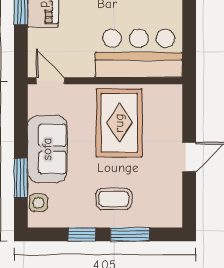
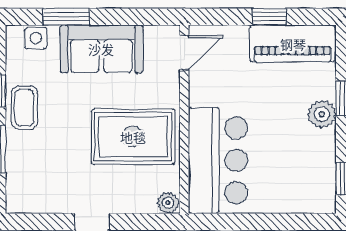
plant: (174, 94) -> (168, 203), added
coffee table: (114, 199) -> (24, 108), moved

